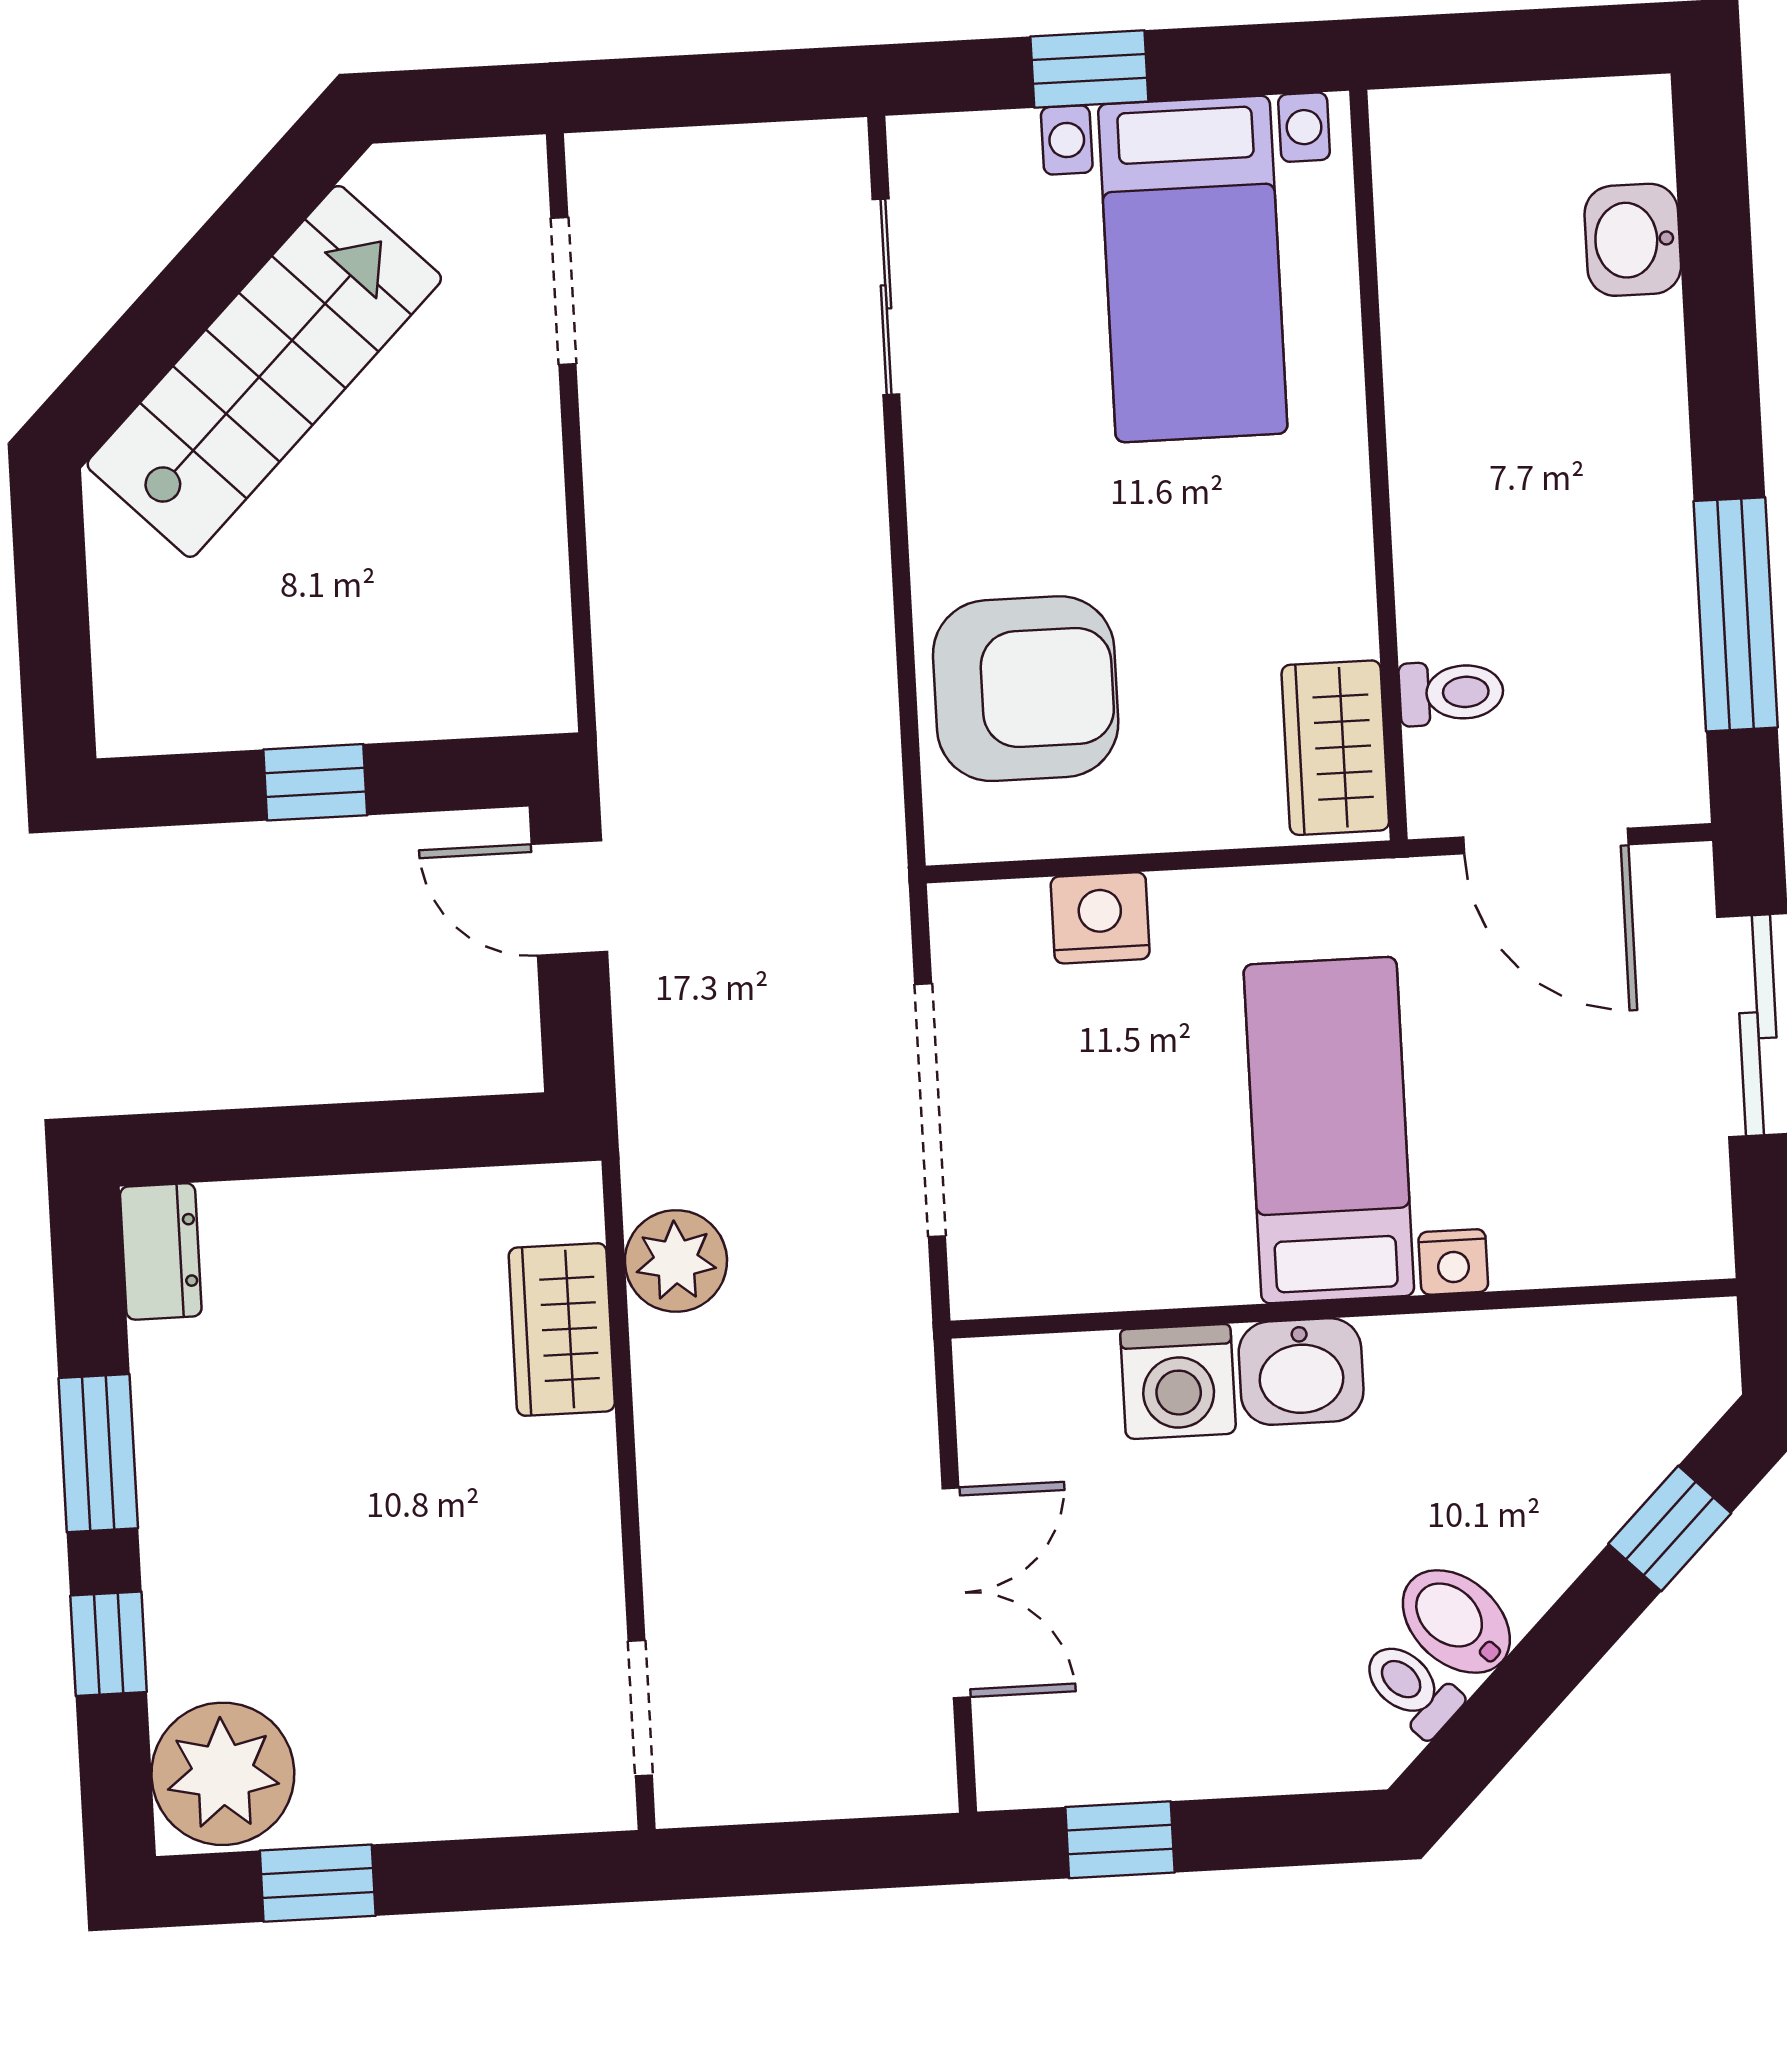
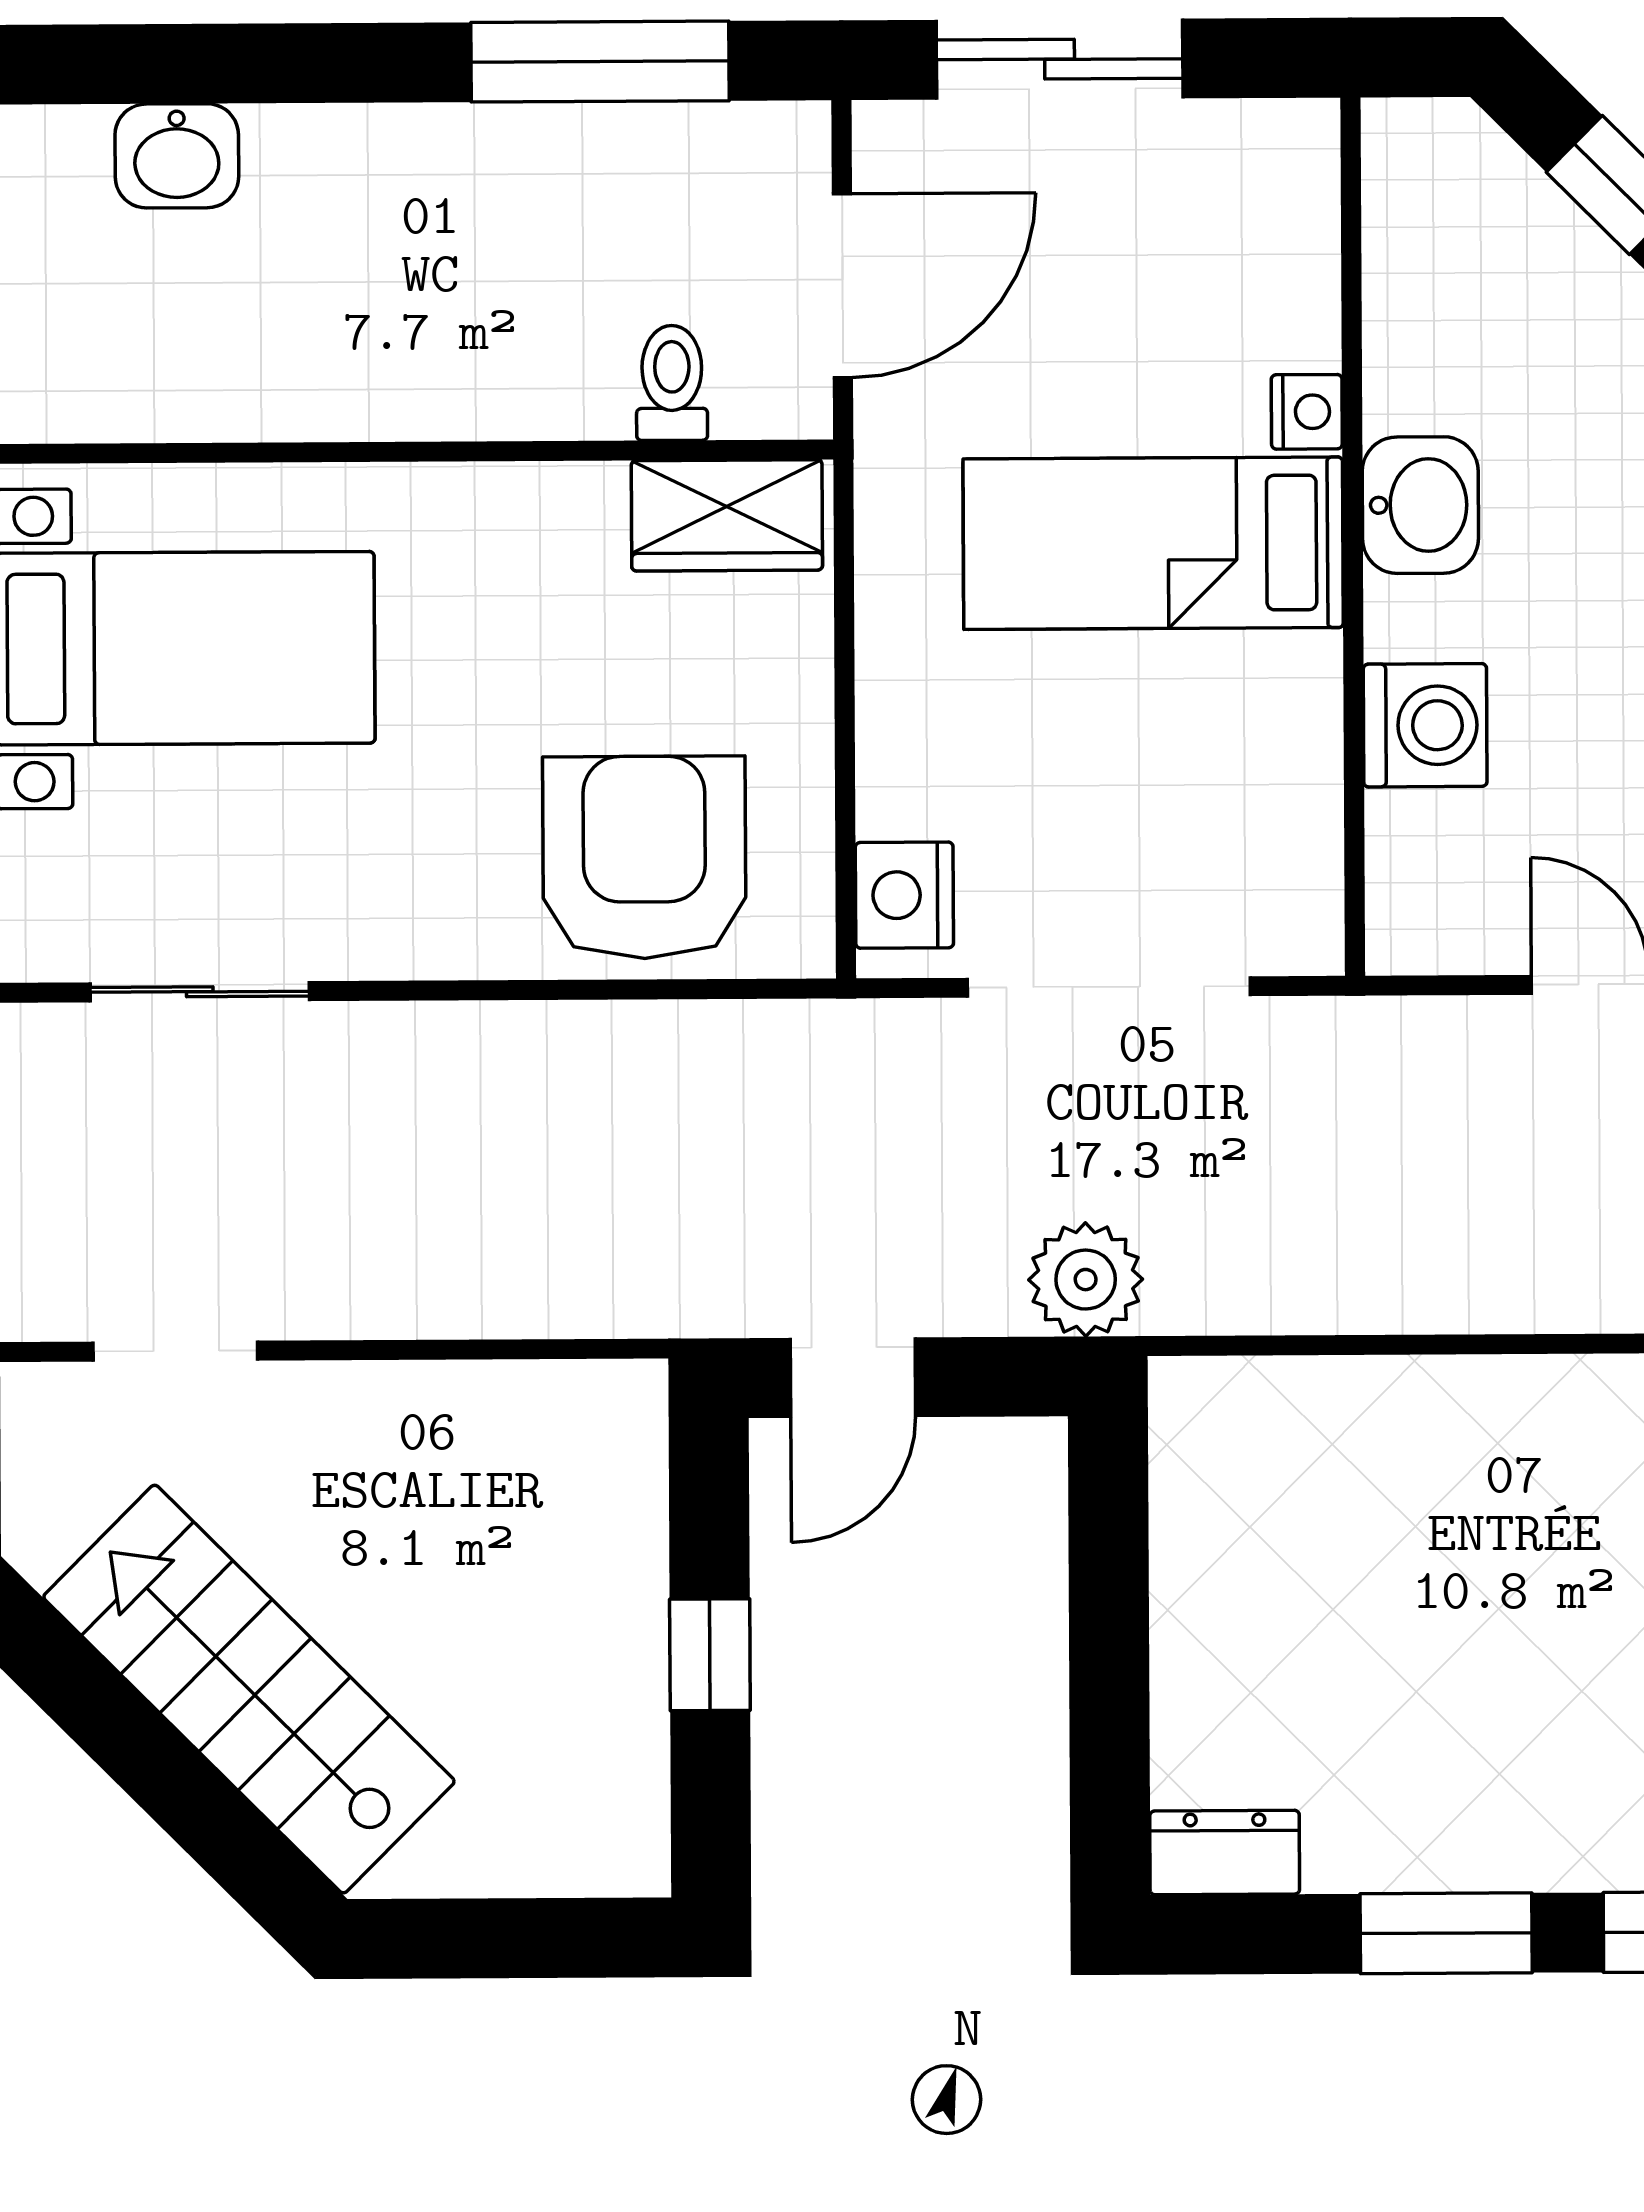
nightstand: (1100, 918) -> (904, 895), moved
plant: (676, 1261) -> (1086, 1280), moved
wardrobe: (562, 1329) -> (1333, 1410), removed
washbasin: (1301, 1372) -> (1420, 505), moved

